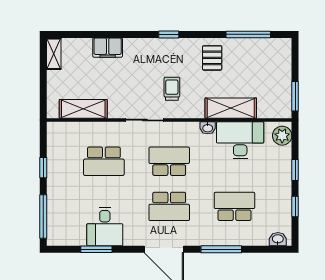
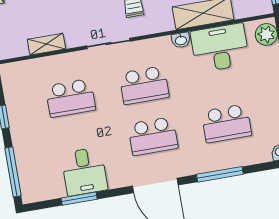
shelving: (83, 109) -> (46, 44), width x0.67, depth x0.75
school desk: (169, 161) -> (144, 85), turned 180
school desk: (234, 206) -> (226, 123), turned 180

